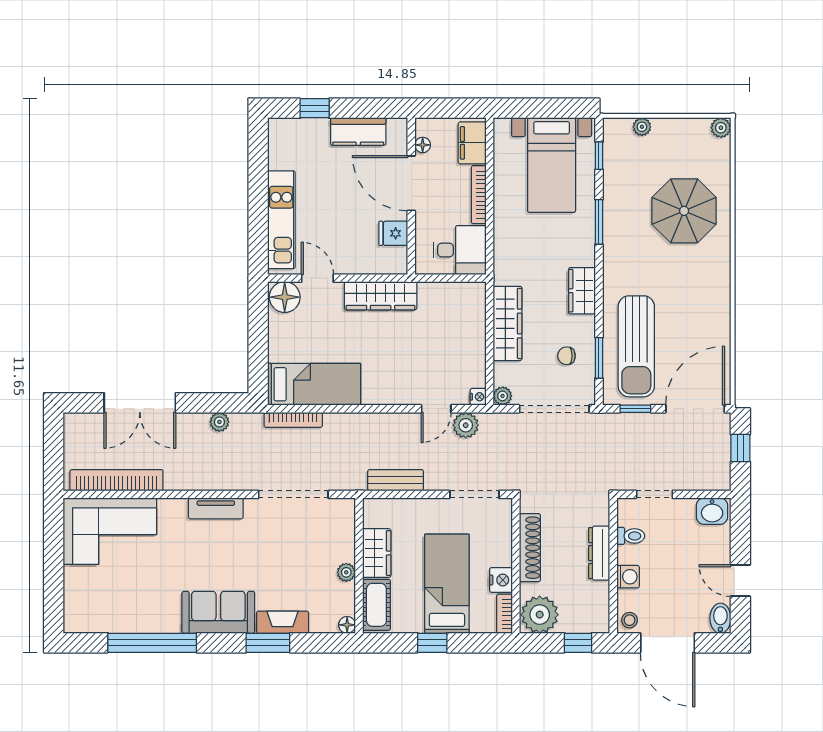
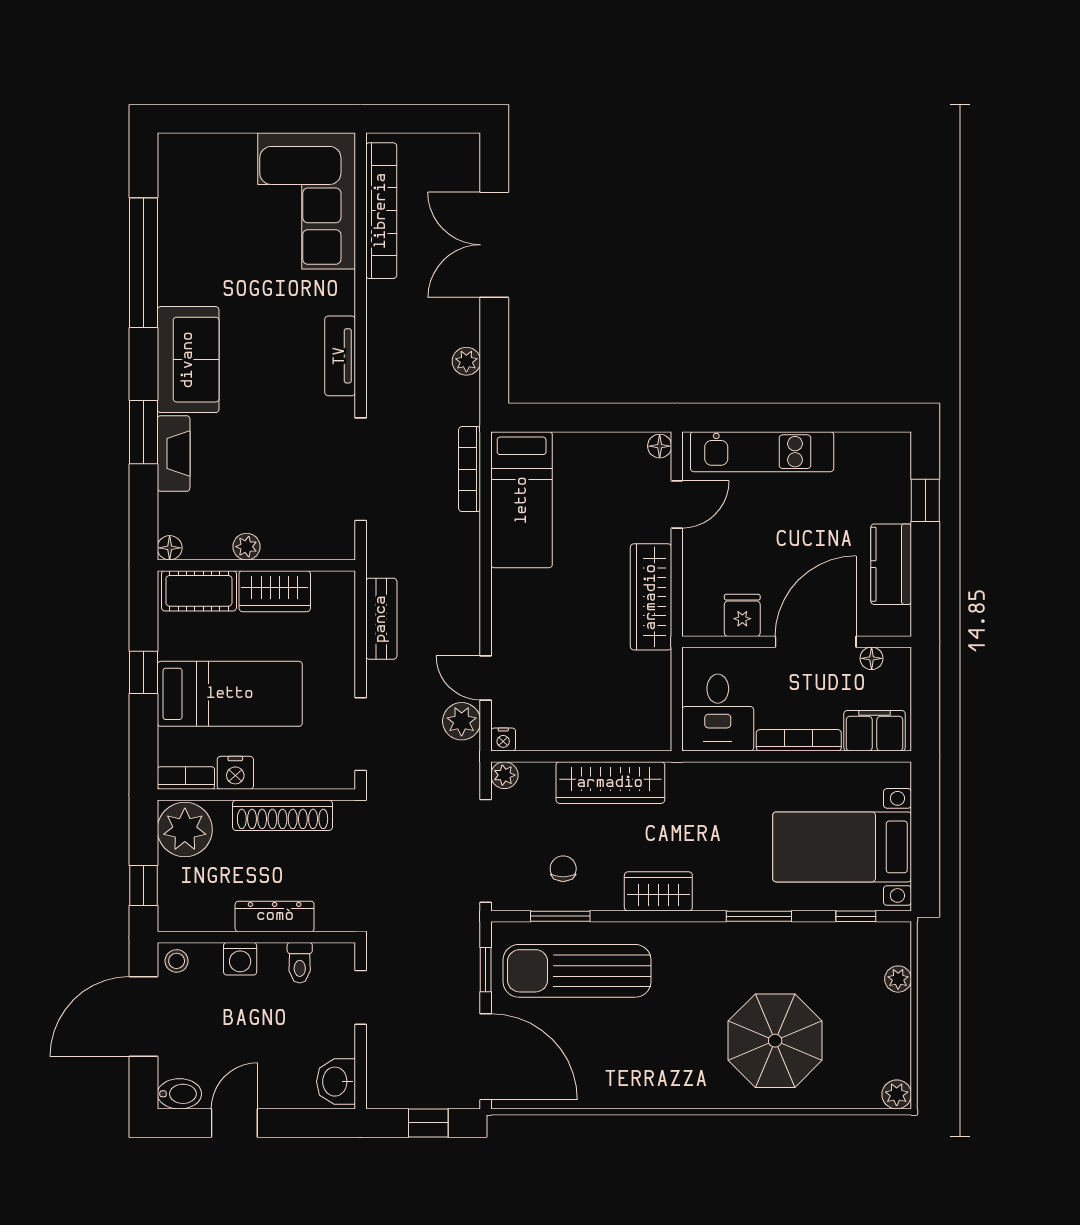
floor lamp: (285, 297) -> (660, 446), width x0.53, depth x0.53

